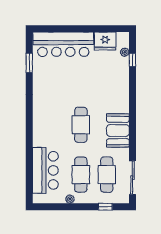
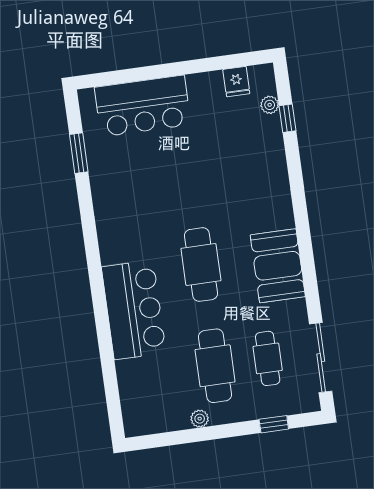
fridge: (105, 41) -> (236, 82), width x0.53, depth x0.75
bar counter: (63, 44) -> (143, 106), width x0.73
bar counter: (45, 170) -> (134, 310), moved
cafe table: (107, 175) -> (268, 358), width x0.73, depth x0.74

